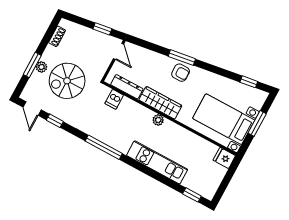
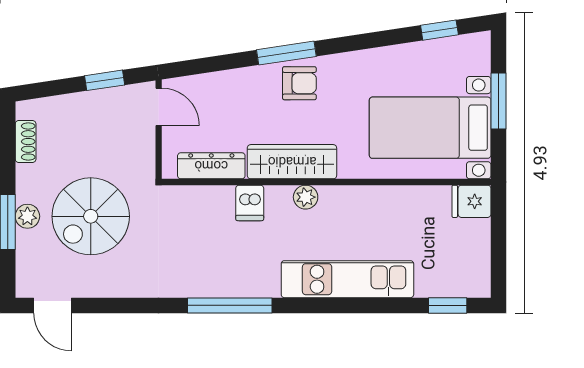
dishwasher: (114, 99) -> (250, 203), moved
window: (55, 121) -> (109, 305), removed

